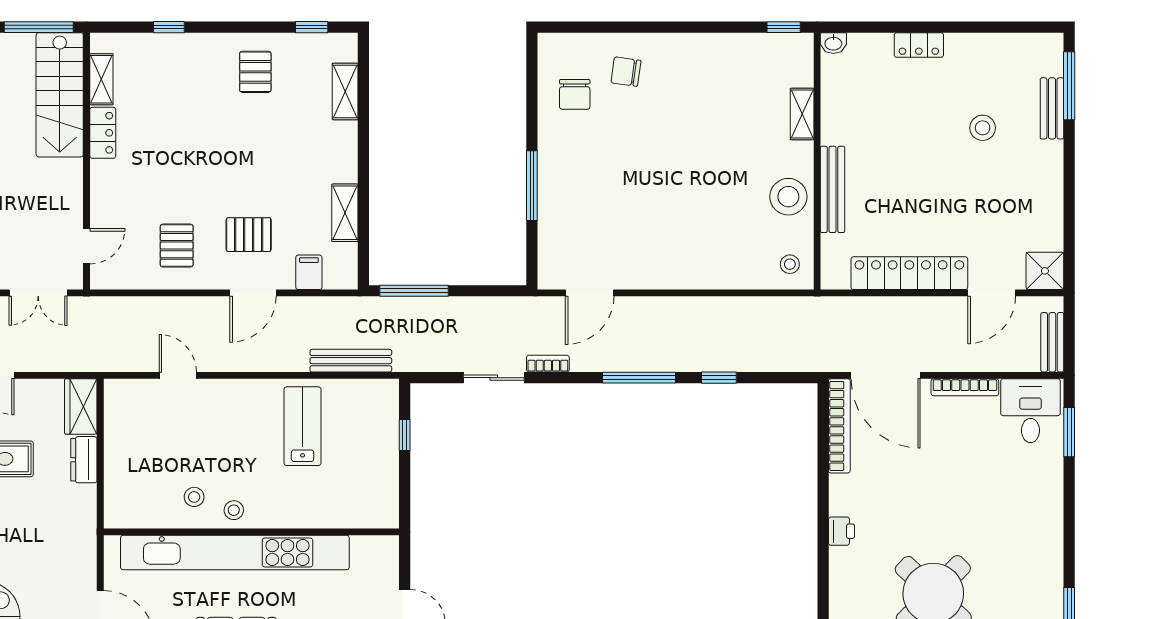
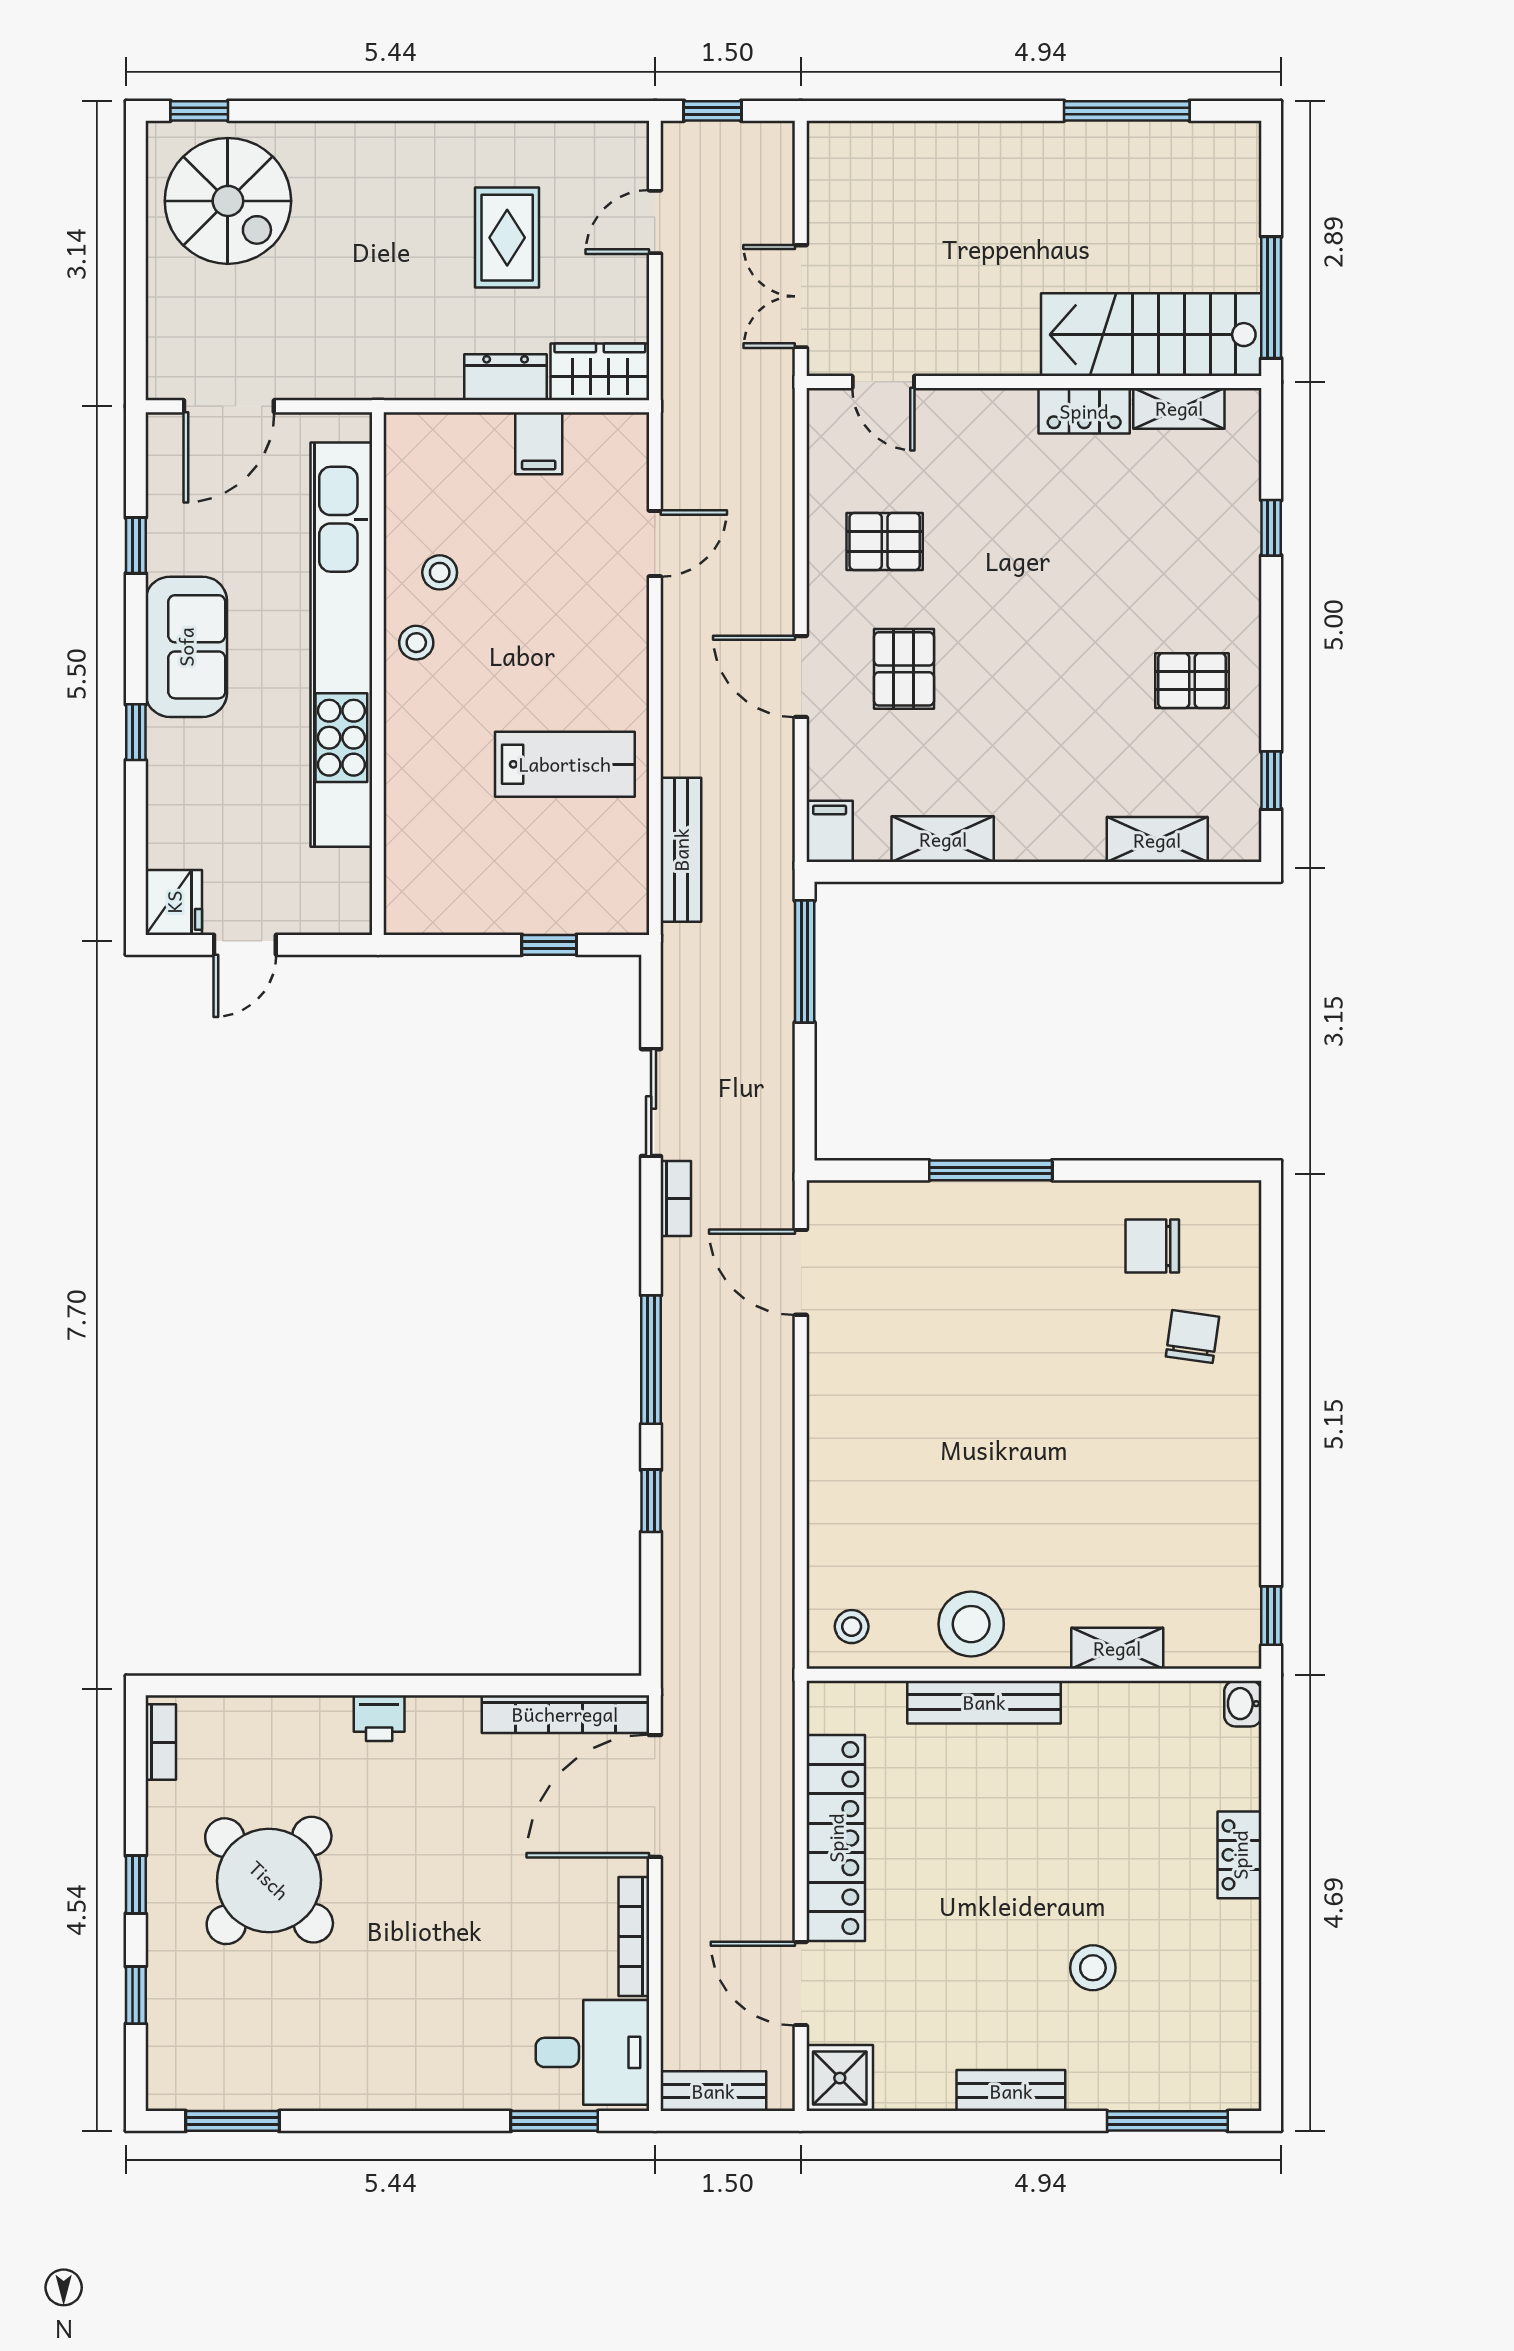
bench: (1052, 108) -> (1011, 2091), moved
filing cabinet: (309, 272) -> (830, 831), moved, turned -90
filing cabinet: (121, 441) -> (539, 443), added

